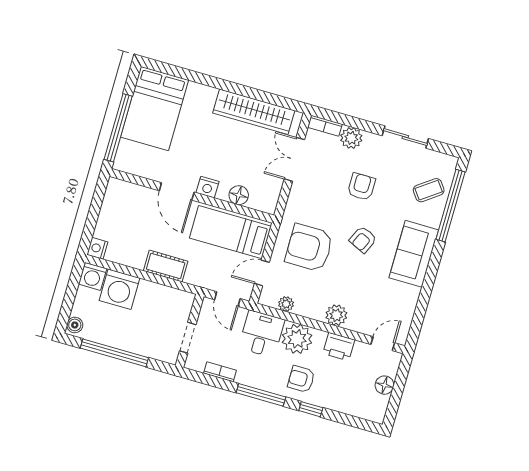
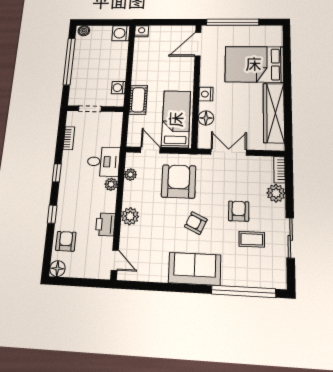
bed: (155, 109) -> (254, 64), moved
double door: (294, 159) -> (229, 152), moved
armchair: (361, 187) -> (239, 211), turned -90
coffee table: (429, 190) -> (252, 239), moved, turned -54
door: (177, 191) -> (198, 44), moved
cot: (166, 266) -> (138, 100), moved
washing machine: (120, 289) -> (118, 88), moved, width x0.53, depth x0.53
door: (227, 299) -> (125, 130), removed
plant: (297, 339) -> (111, 184), width x0.53, depth x0.53
armchair: (301, 379) -> (66, 241), moved
floor lamp: (385, 385) -> (57, 269), moved
window: (261, 395) -> (57, 173), width x0.46

